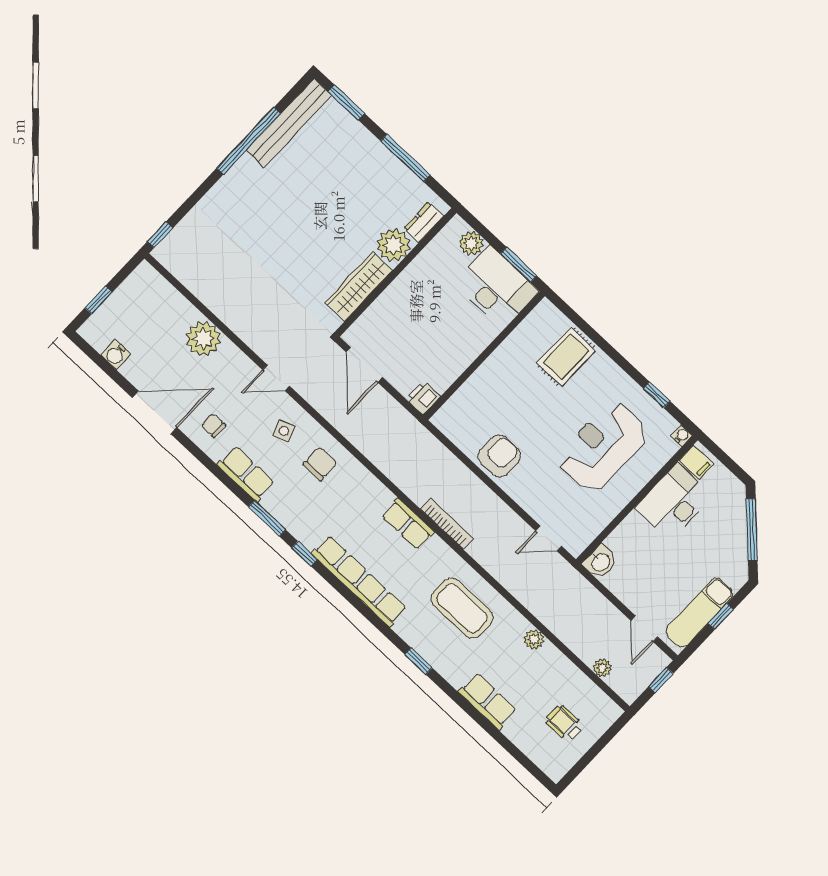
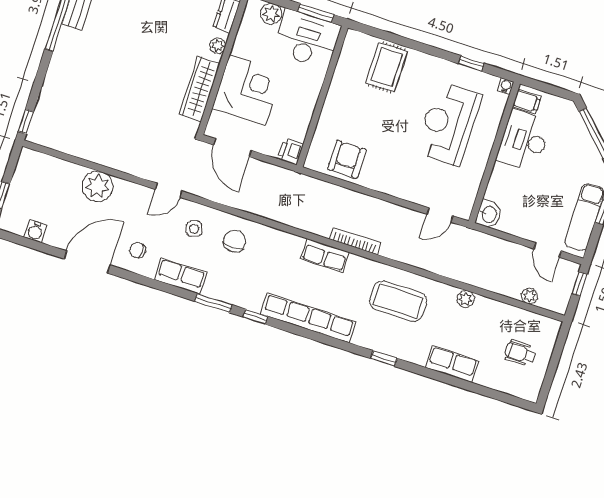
plant: (394, 245) -> (218, 46), width x0.53, depth x0.53
corner desk: (409, 312) -> (247, 90), added
armchair: (499, 456) -> (347, 159), moved

